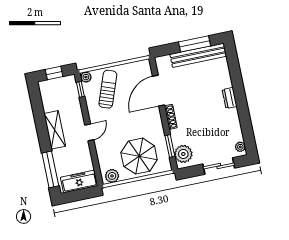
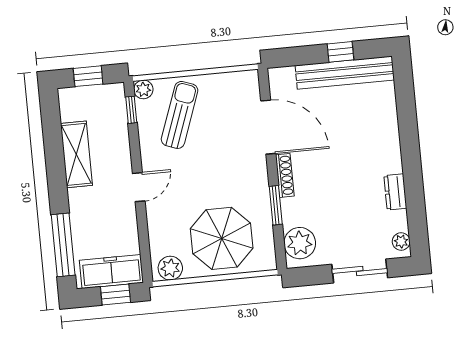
window: (195, 44) -> (340, 52), width x0.46
door: (158, 91) -> (268, 127), swing flipped
dresser: (230, 98) -> (395, 192), moved
shelving: (55, 130) -> (76, 154), moved
window: (170, 146) -> (276, 205), moved
window: (83, 194) -> (115, 294), added

